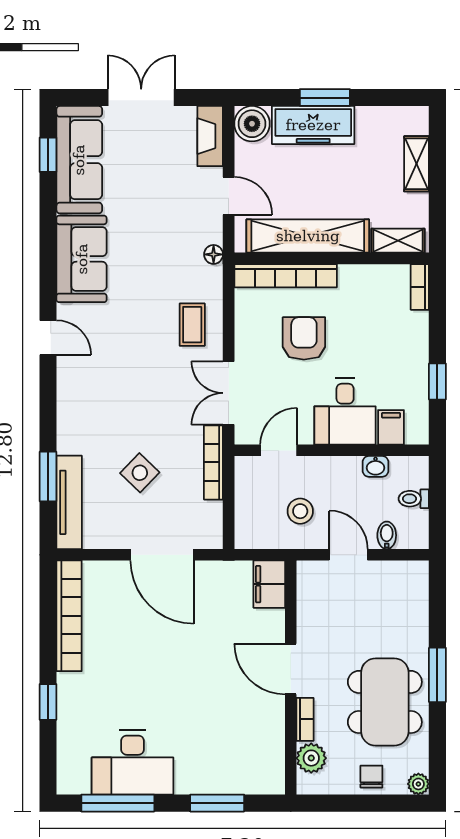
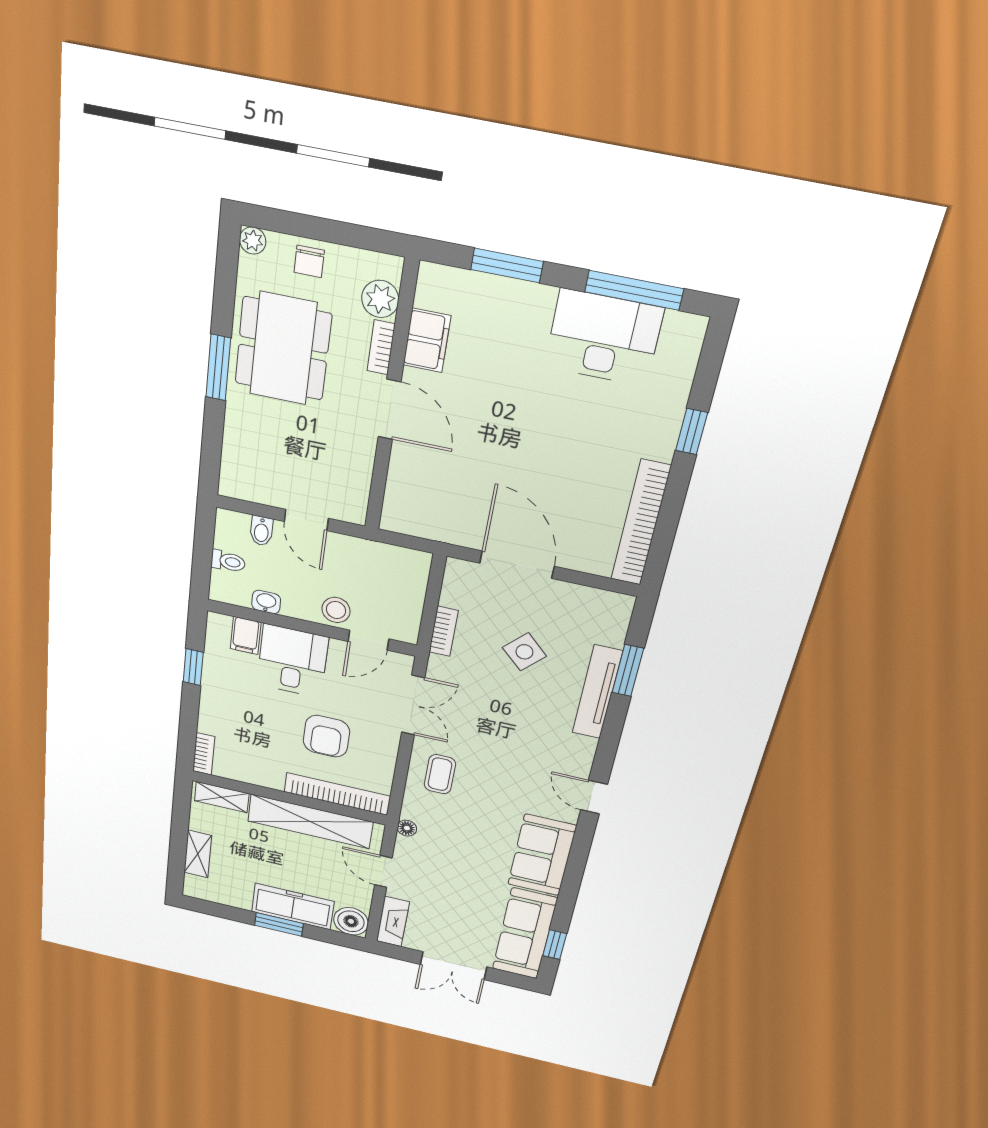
bookcase: (213, 462) -> (444, 631), width x0.64
tv unit: (69, 502) -> (597, 692), moved
stool: (300, 511) -> (336, 610), moved
filing cabinet: (269, 584) -> (427, 340), moved

